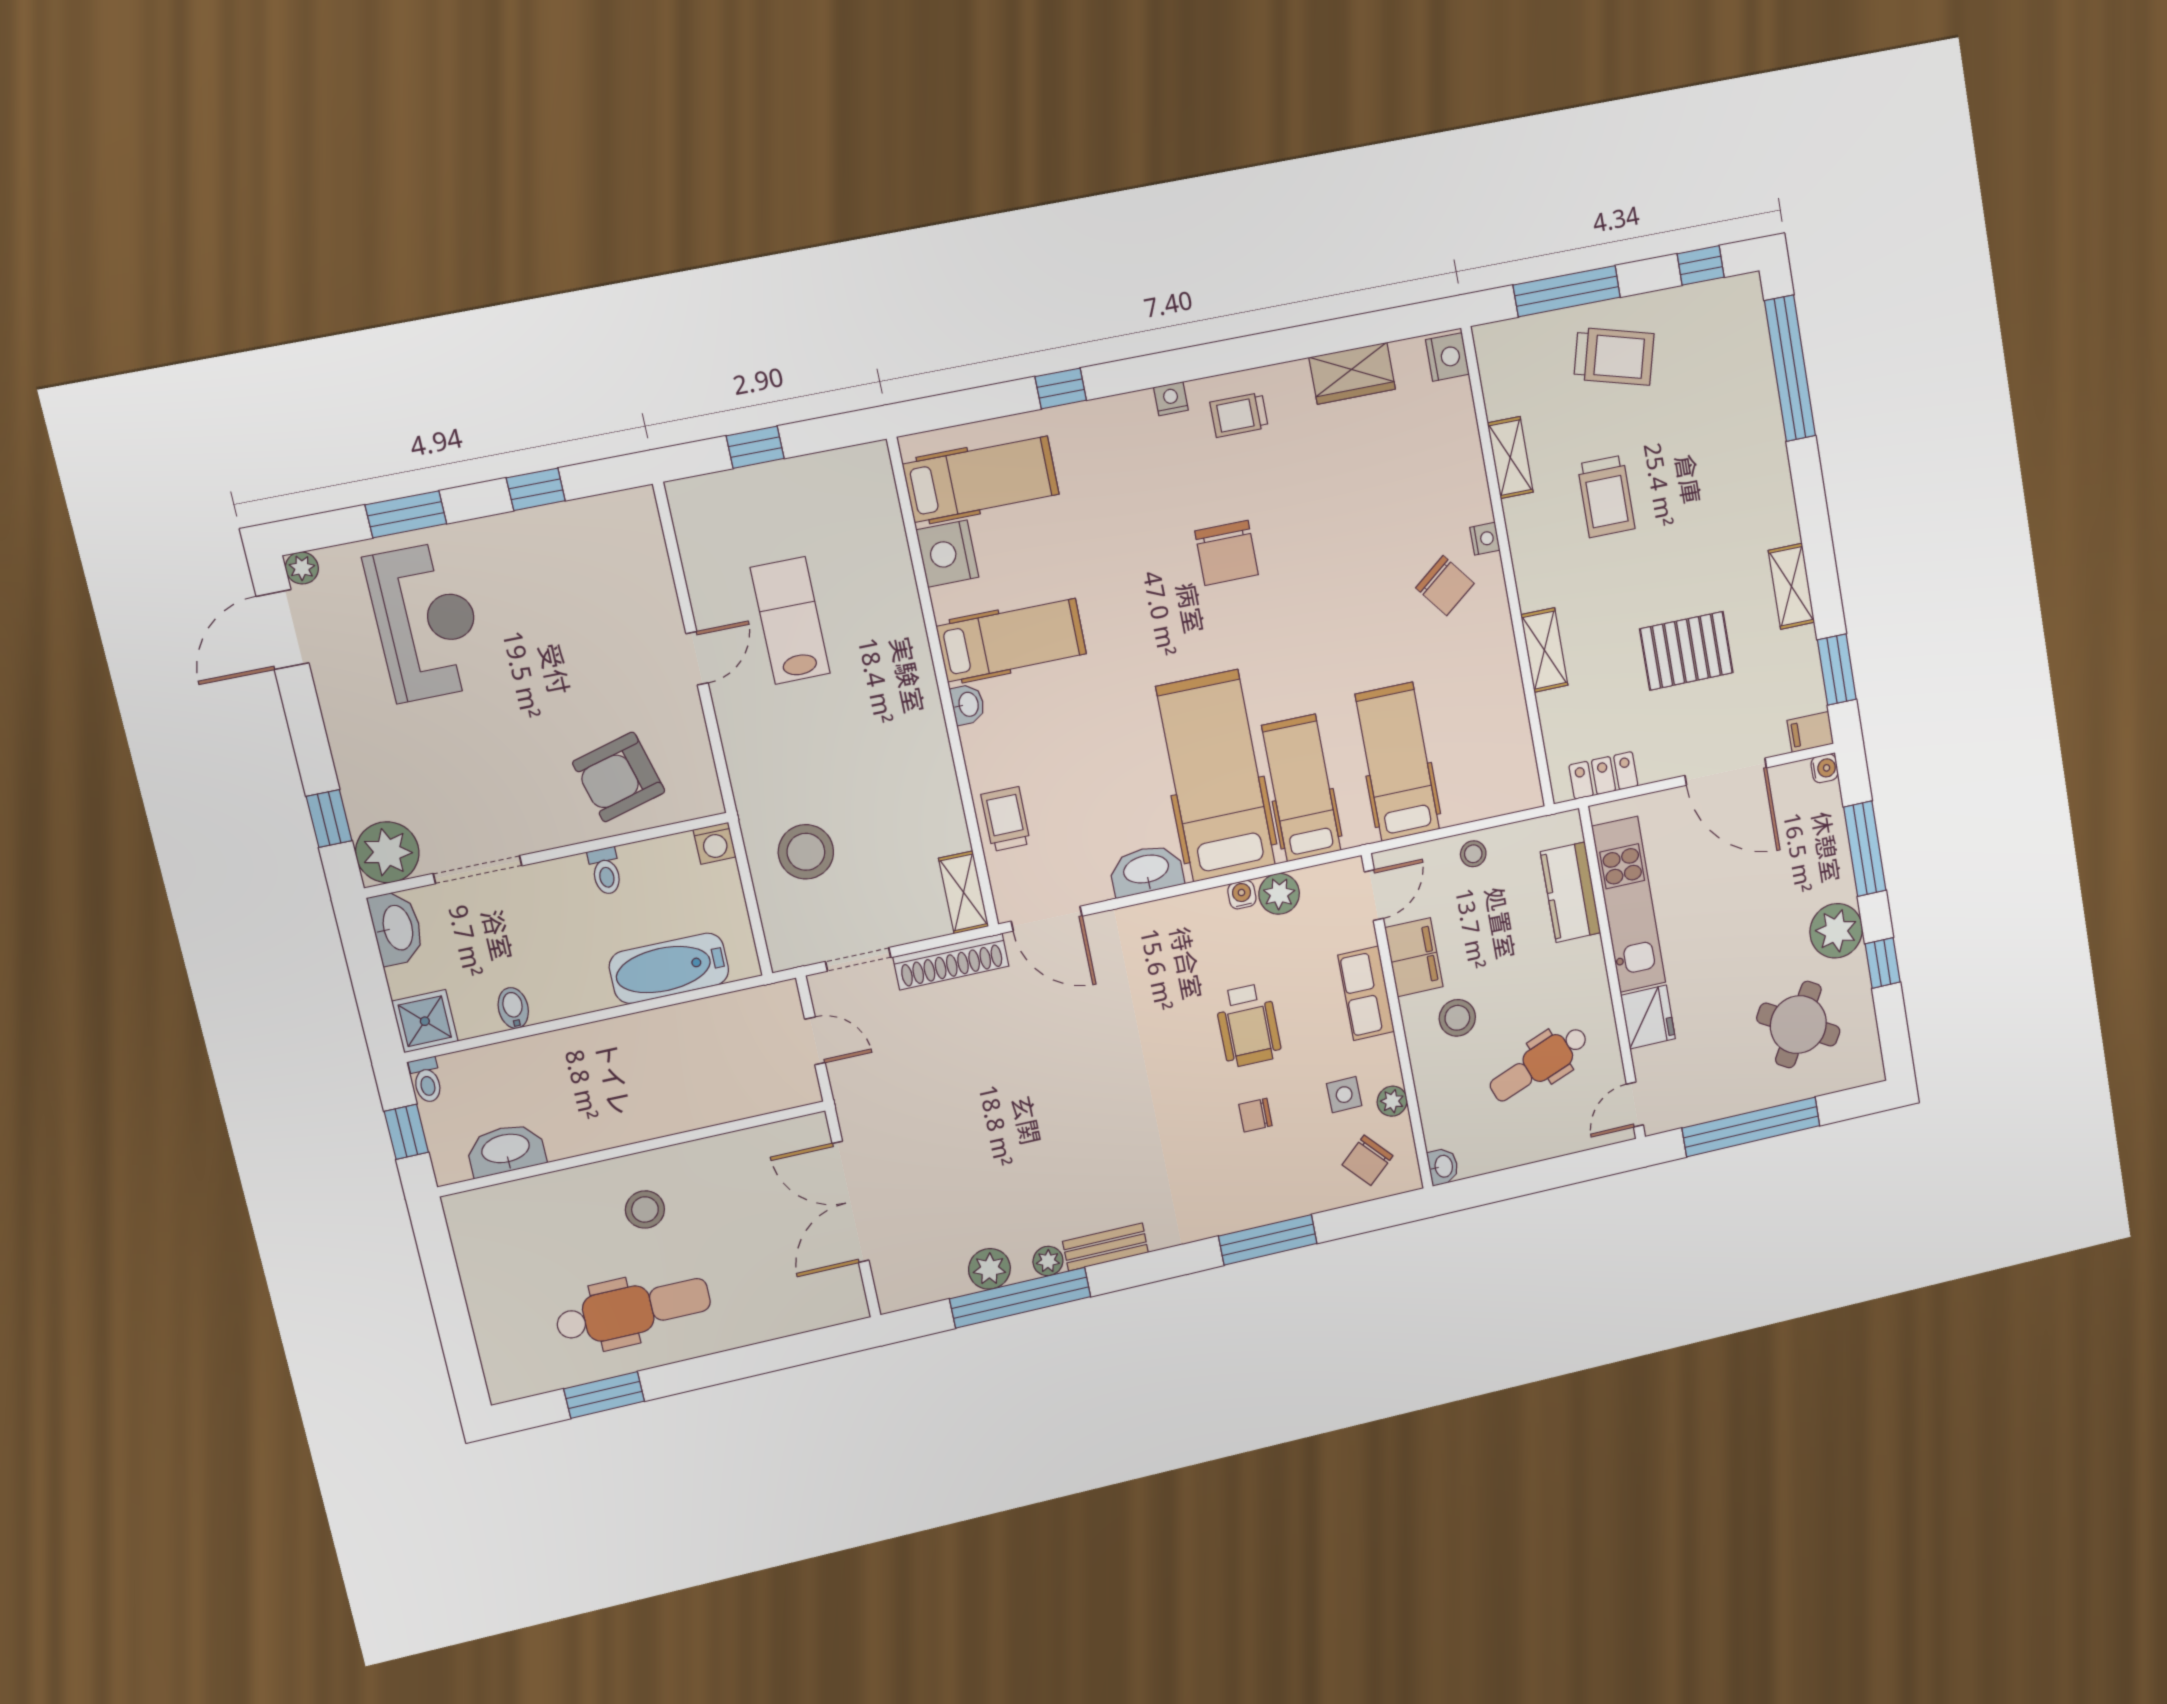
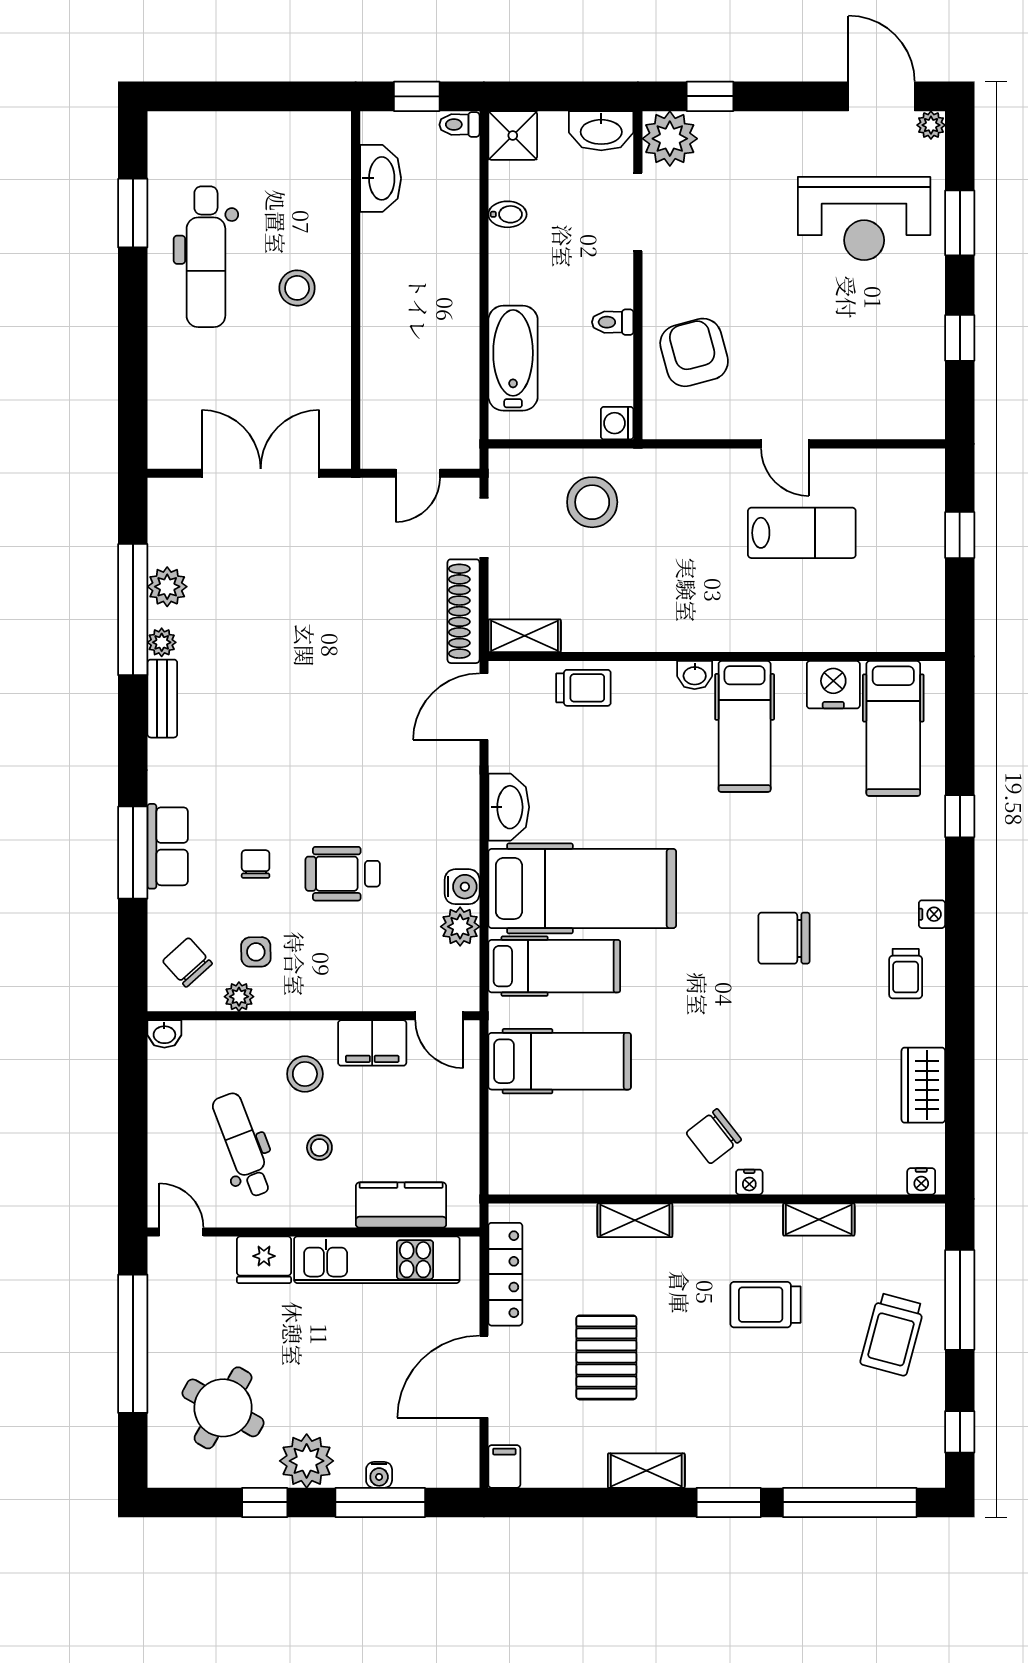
nightstand: (1447, 357) -> (921, 1181), width x0.72, depth x0.74
trolley: (1239, 415) -> (906, 974), turned 180
window: (1837, 670) -> (729, 1502), moved
water cooler: (1825, 768) -> (379, 1475), moved
locker: (1603, 776) -> (505, 1274), width x1.53
stool: (1473, 854) -> (319, 1148), moved
water cooler: (1242, 895) -> (462, 887), width x1.38, depth x1.38
row of seats: (1366, 993) -> (168, 846), moved, turned 90

